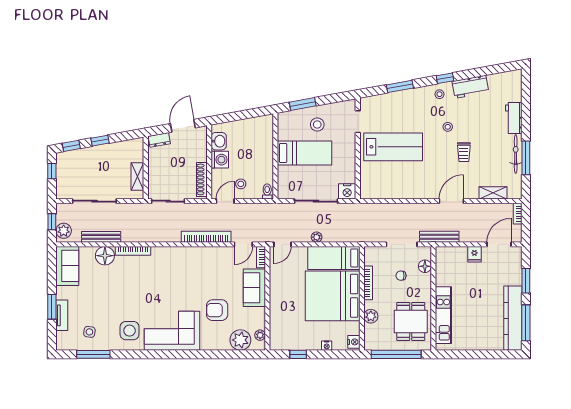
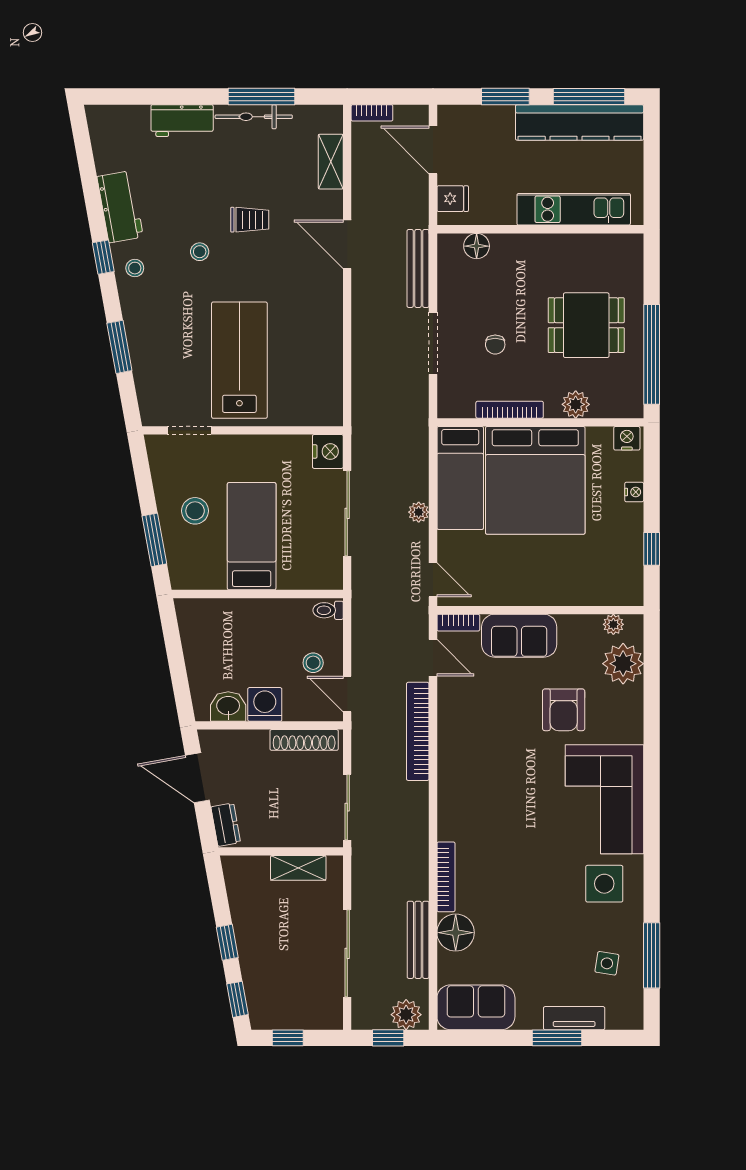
floor lamp: (425, 266) -> (477, 246), moved
wall: (433, 298) -> (540, 229), moved
kitchen unit: (443, 315) -> (574, 209), moved

